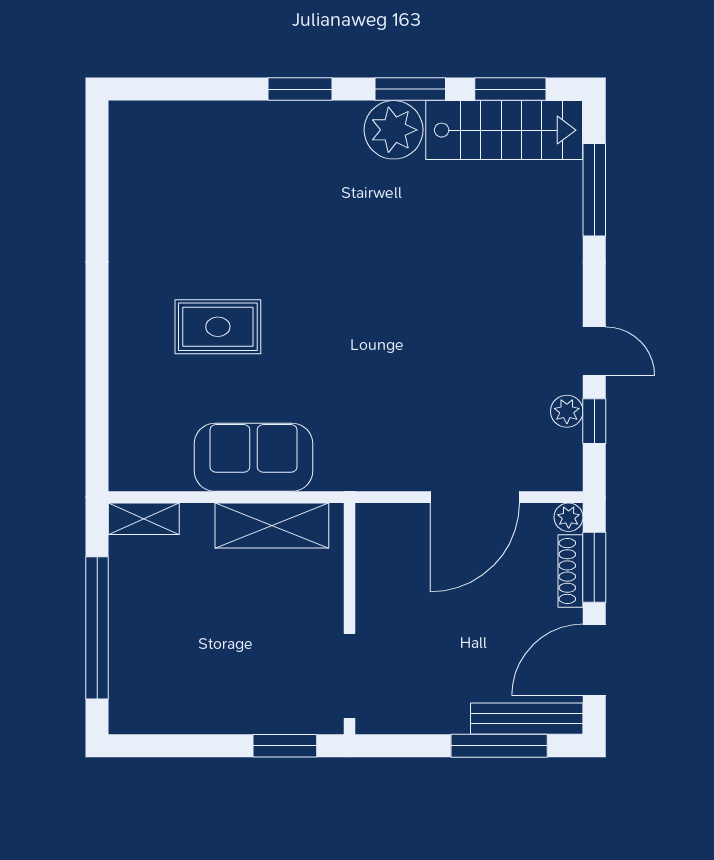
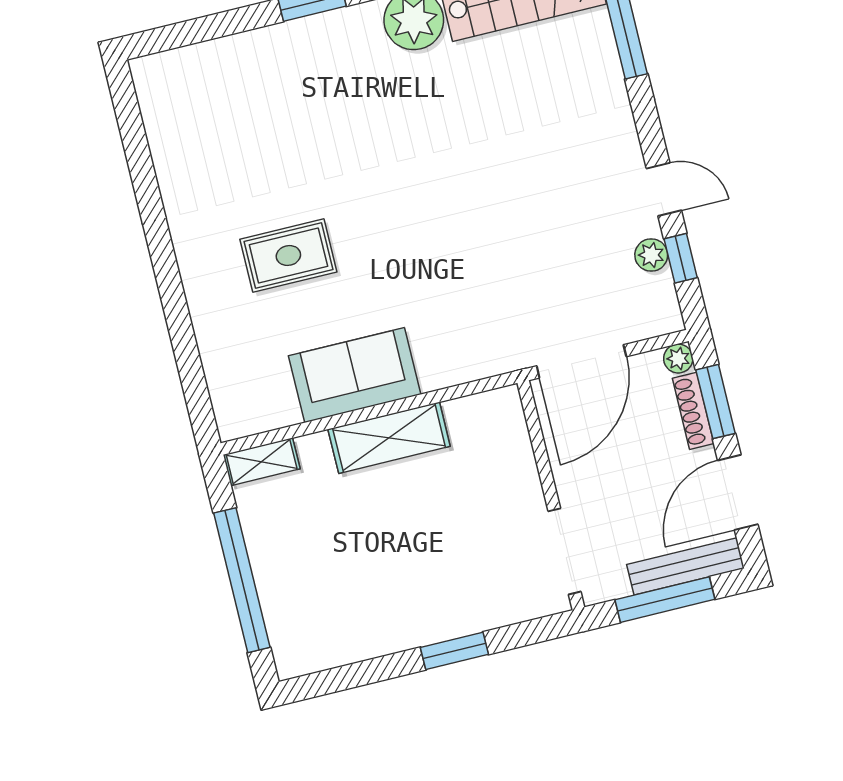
wall: (349, 619) -> (551, 495), moved
doorway: (349, 676) -> (565, 551), moved

